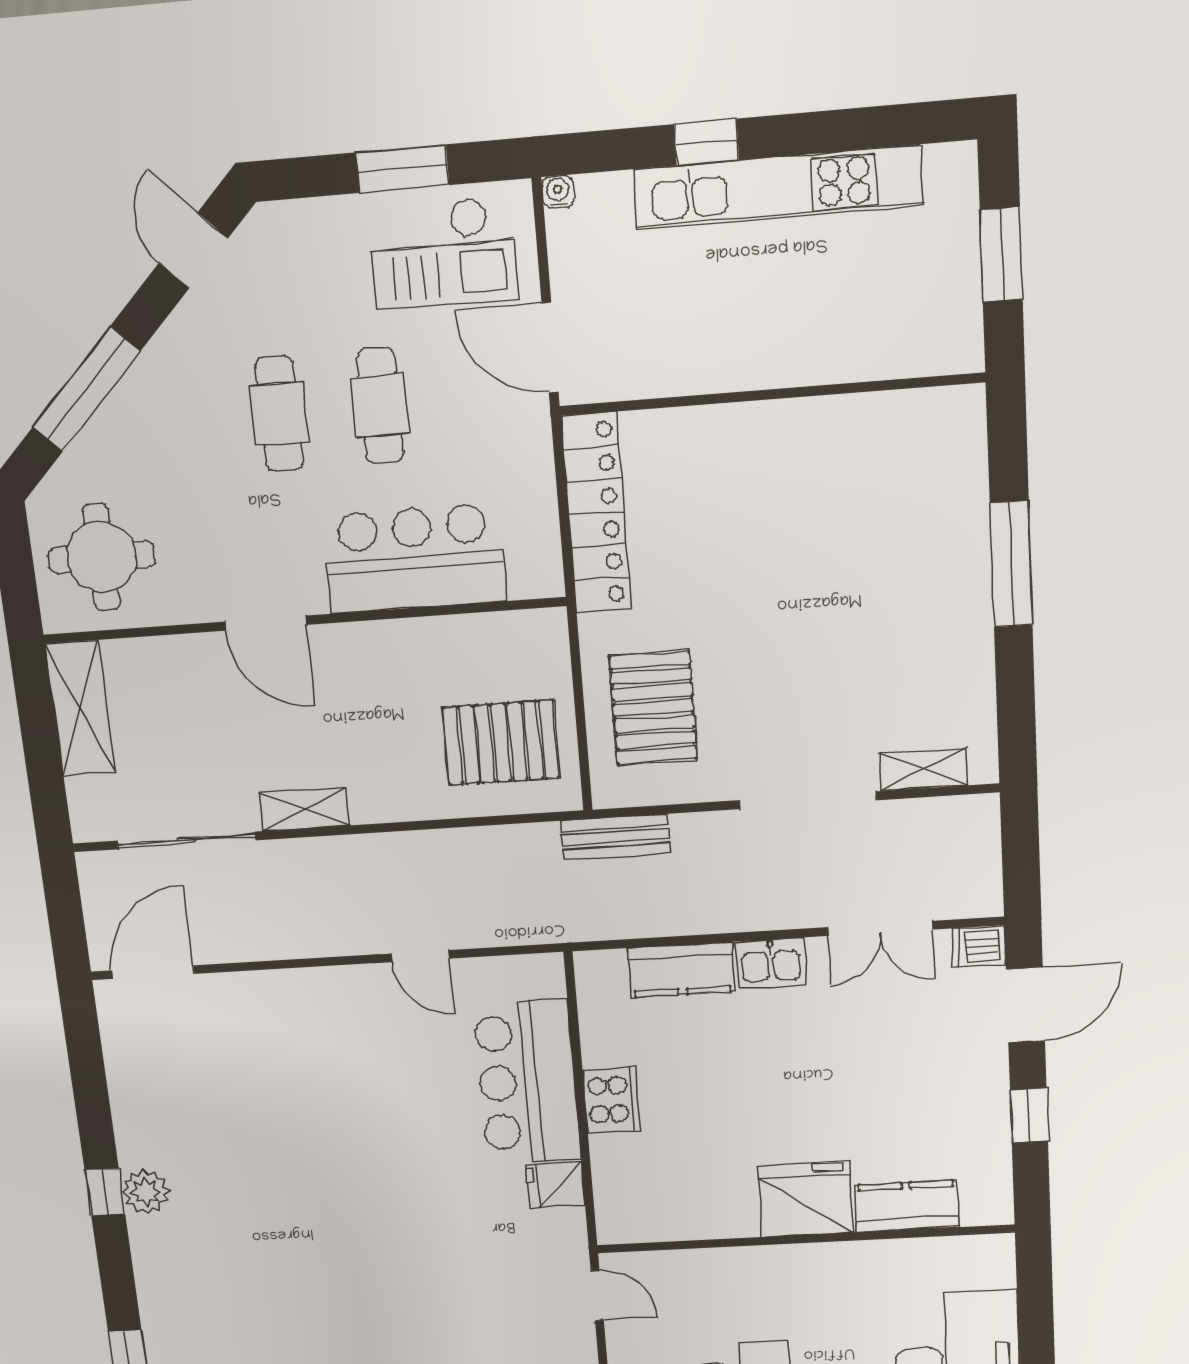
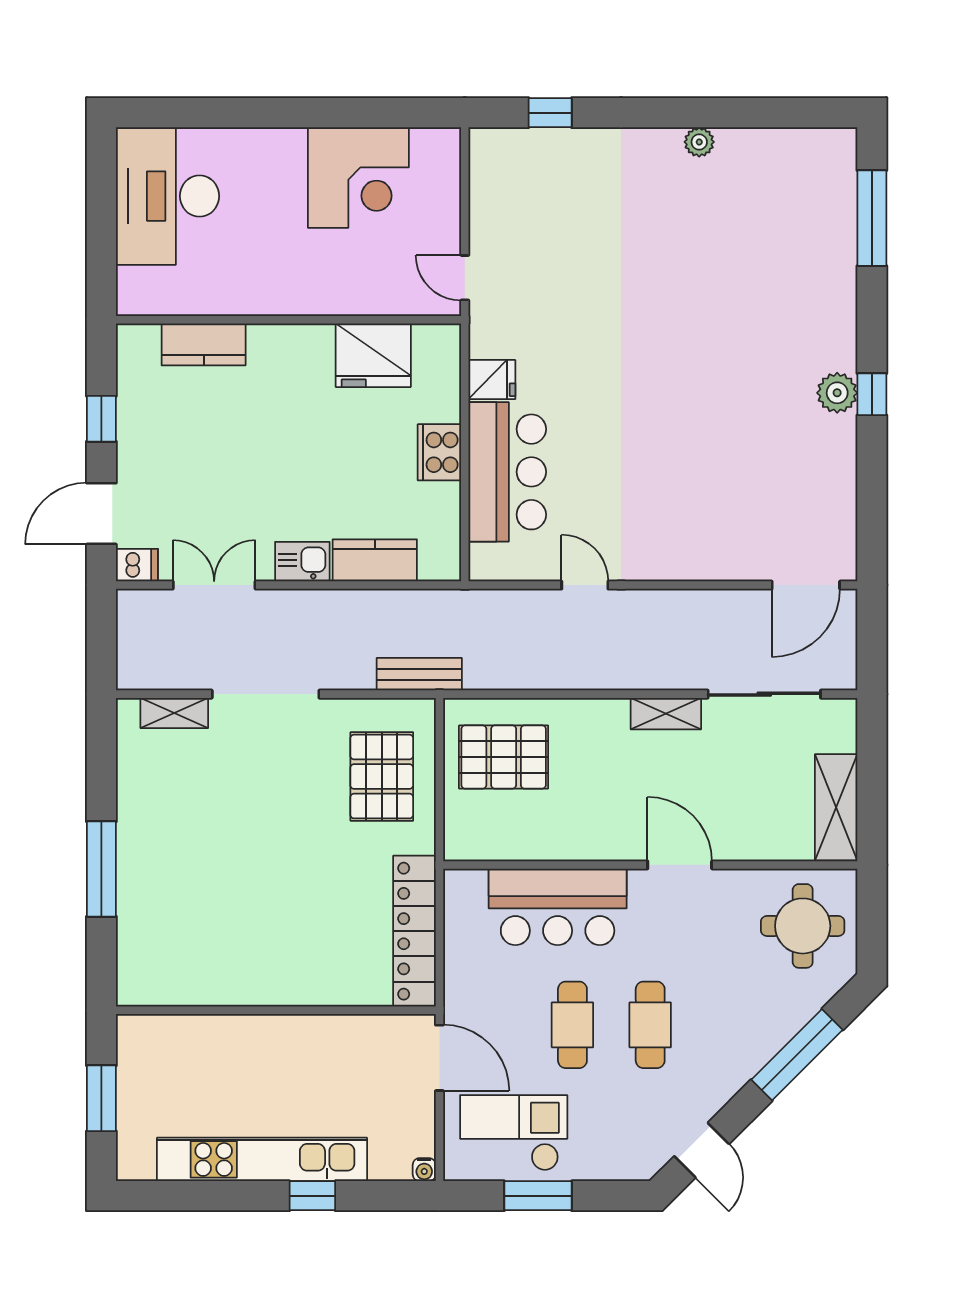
fridge: (805, 1199) -> (373, 355), moved

